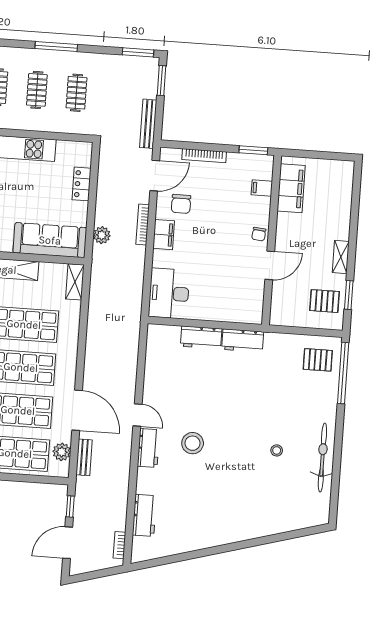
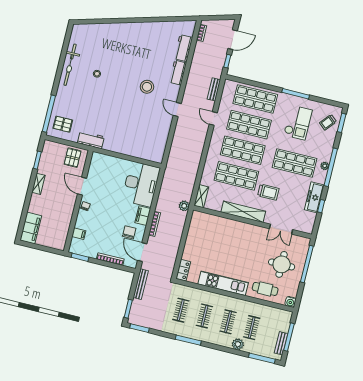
door: (155, 176) -> (142, 252), hinge flipped
locker: (82, 184) -> (183, 270), moved
filing cabinet: (291, 188) -> (31, 228), moved, turned 180
plant: (102, 235) -> (184, 206), moved
sofa: (50, 240) -> (212, 224), removed
door: (270, 265) -> (82, 186), hinge flipped
desk: (169, 293) -> (141, 184), width x1.36, depth x1.30
pallet: (324, 301) -> (73, 158), moved, turned 90
workbench: (201, 337) -> (131, 150), removed
workbench: (243, 341) -> (91, 140), moved
door: (77, 410) -> (213, 119), width x0.53
workbench: (148, 448) -> (178, 73), moved
plant: (62, 452) -> (227, 95), removed

